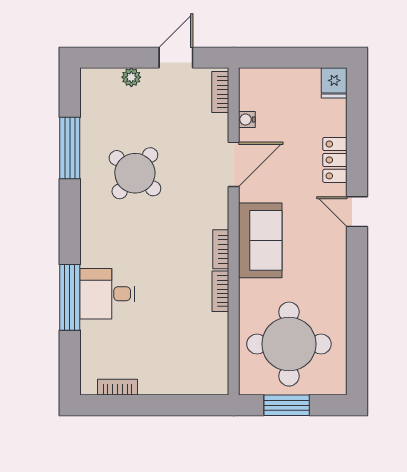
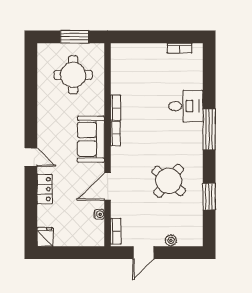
window: (70, 148) -> (209, 197), width x0.69
window: (70, 297) -> (209, 129), moved
round table: (289, 344) -> (73, 75), width x0.73, depth x0.73

